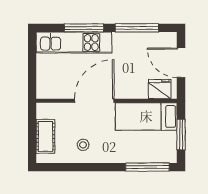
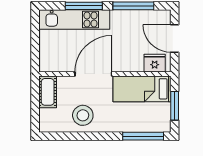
cot: (45, 136) -> (48, 92), moved
stool: (83, 145) -> (83, 115), width x1.89, depth x1.89

